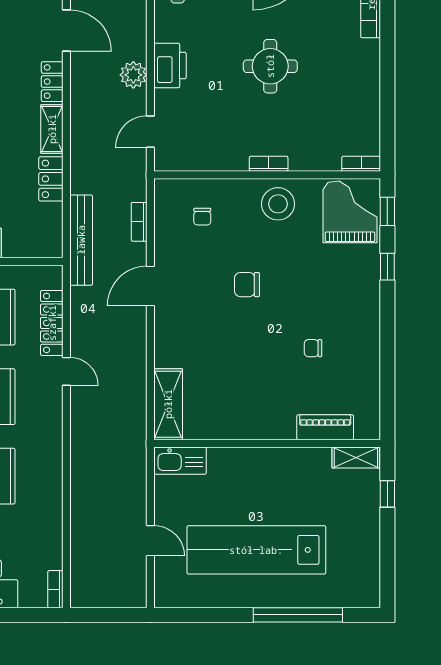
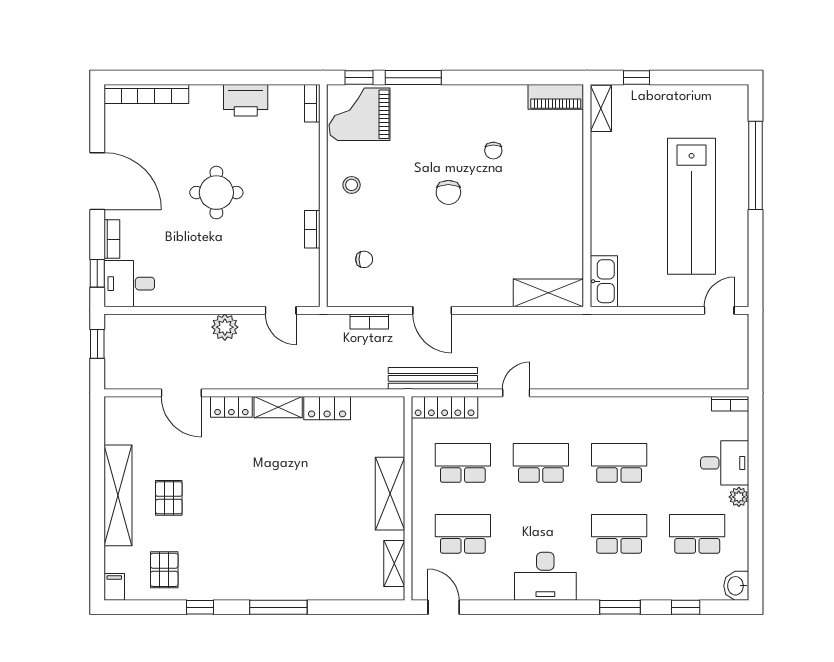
door: (66, 31) -> (181, 393), swing flipped
printer: (170, 66) -> (246, 100), moved, turned 180
bookcase: (269, 164) -> (312, 229), moved
stool: (278, 204) -> (352, 185), width x0.53, depth x0.53
bench: (81, 240) -> (433, 378), moved
window: (387, 267) -> (413, 78), width x2.17
chair: (247, 285) -> (448, 192), moved
locker: (52, 323) -> (445, 407), moved
piano: (325, 427) -> (556, 97), moved, turned -90
door: (150, 541) -> (719, 310), moved

